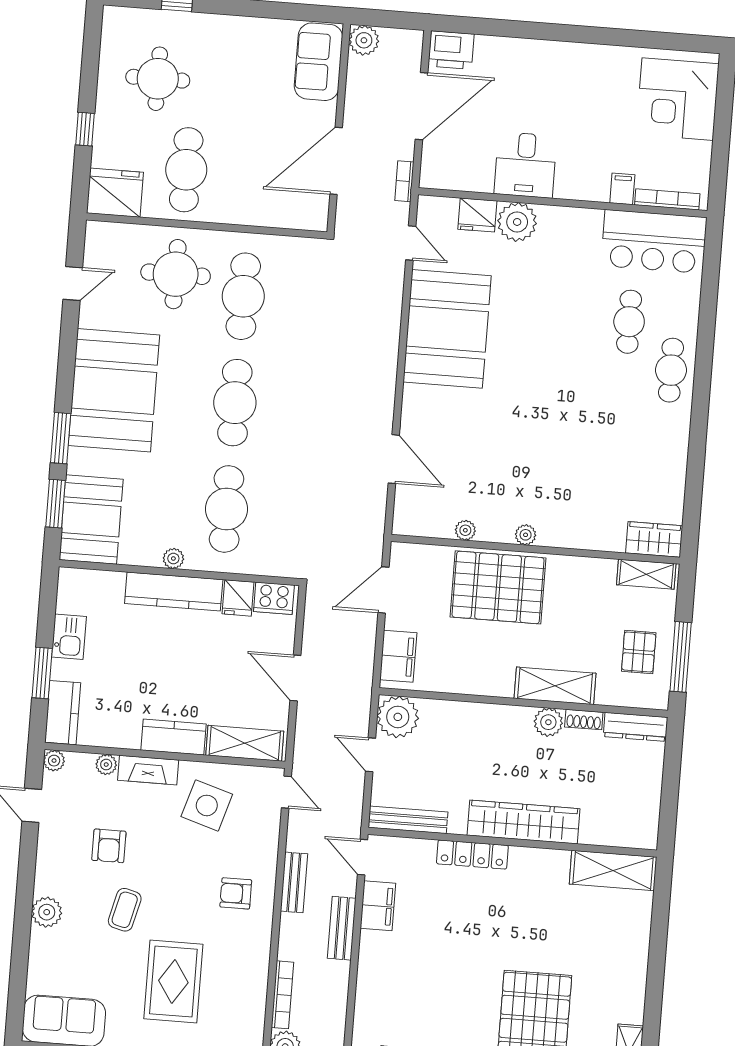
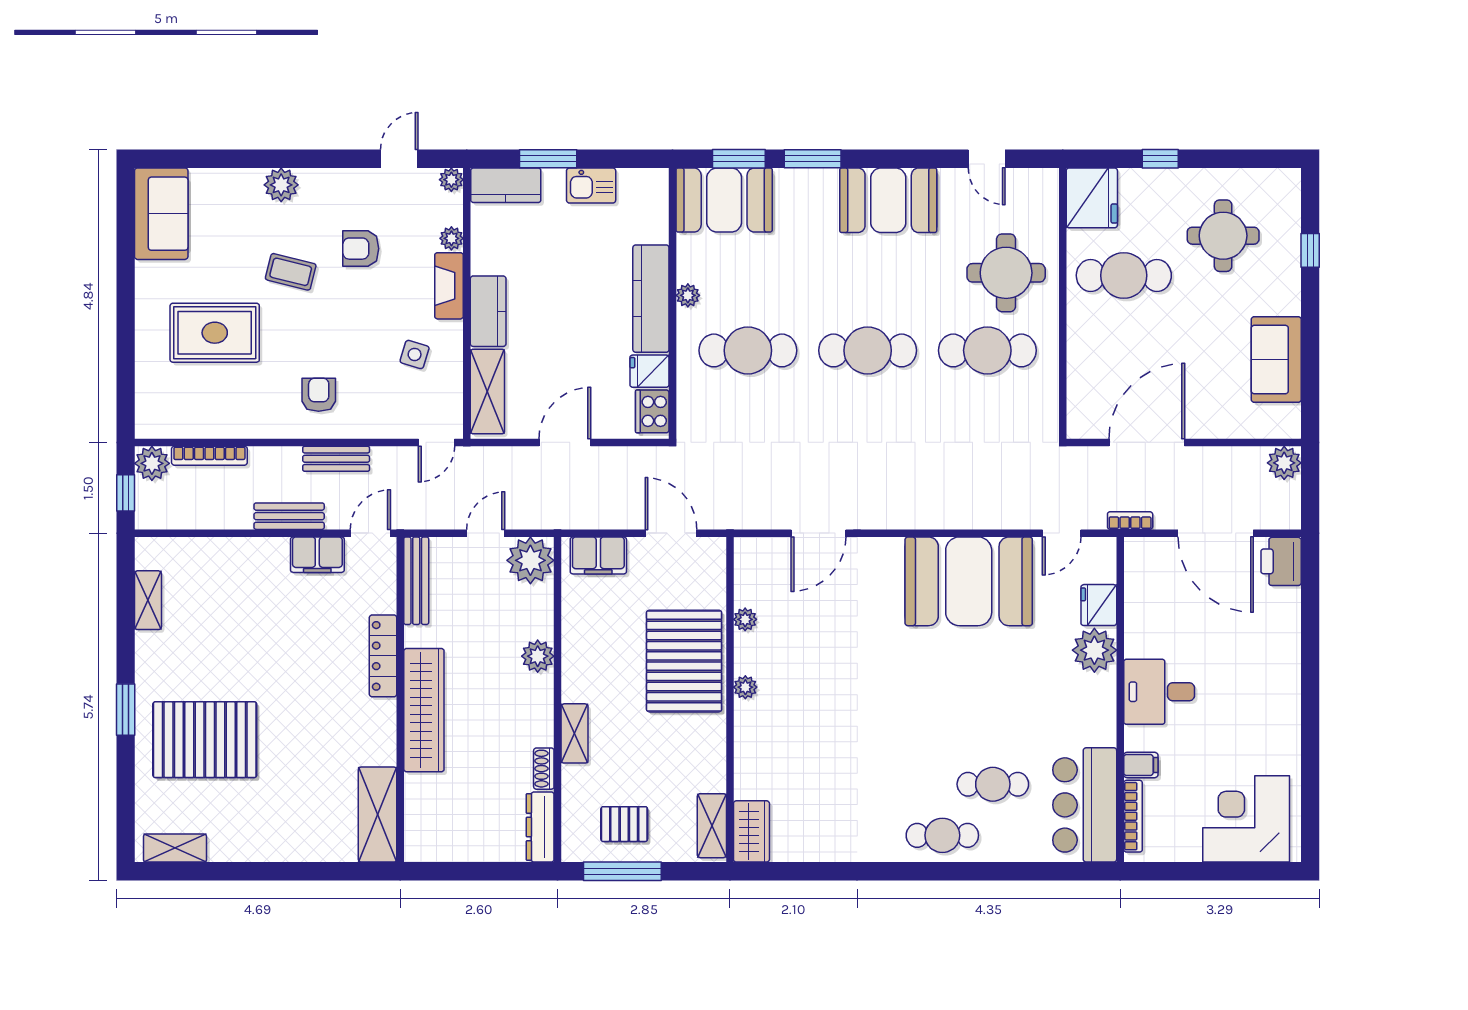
sofa: (318, 62) -> (1276, 360), moved, turned -90
door: (336, 161) -> (1147, 442), hinge flipped
desk: (525, 165) -> (1159, 692), moved
booth: (114, 390) -> (888, 200), width x0.73, depth x0.70
shelving: (555, 686) -> (575, 733), width x0.67, depth x0.75
plant: (548, 722) -> (538, 656), moved
side table: (207, 805) -> (415, 354), width x0.54, depth x0.54

